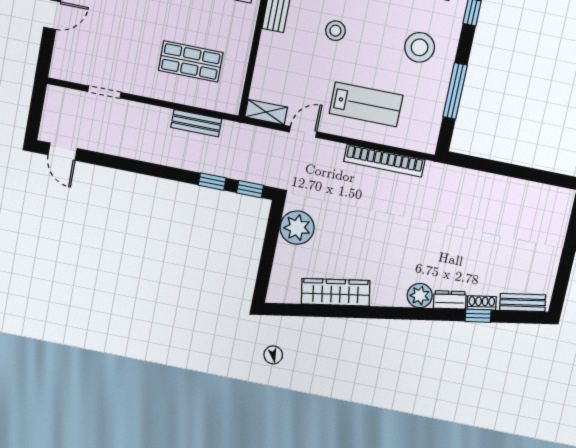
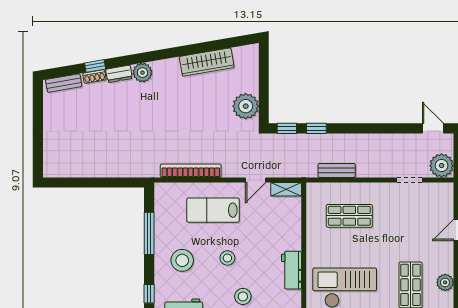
stool: (335, 31) -> (227, 258), moved
plant: (60, 102) -> (442, 166), added

